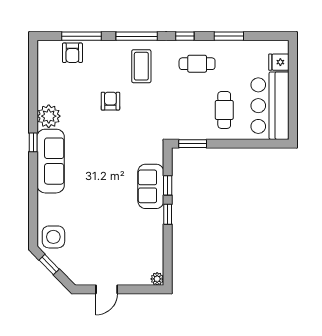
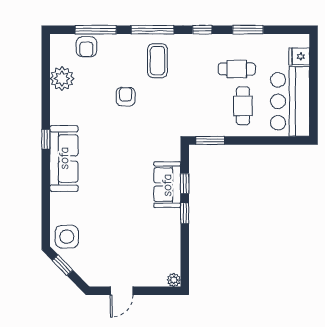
cafe table: (197, 64) -> (237, 69), moved
plant: (49, 116) -> (62, 79), moved

